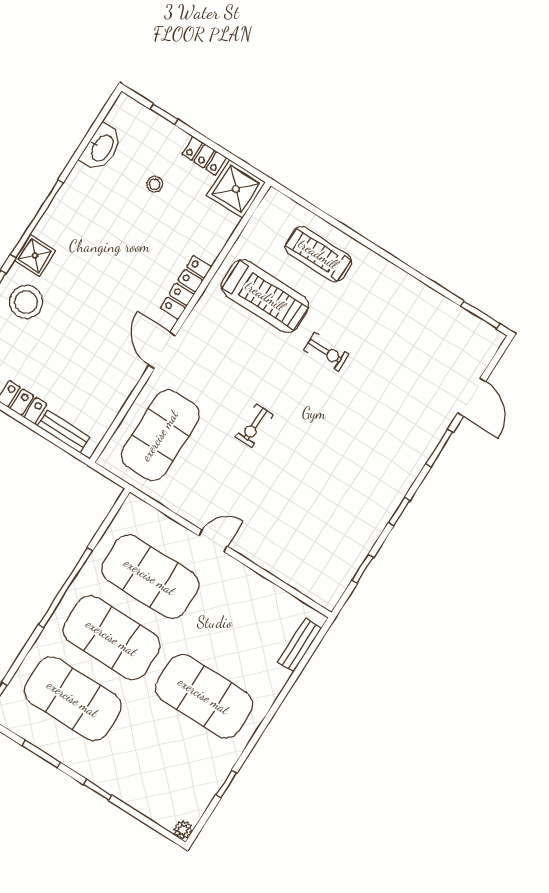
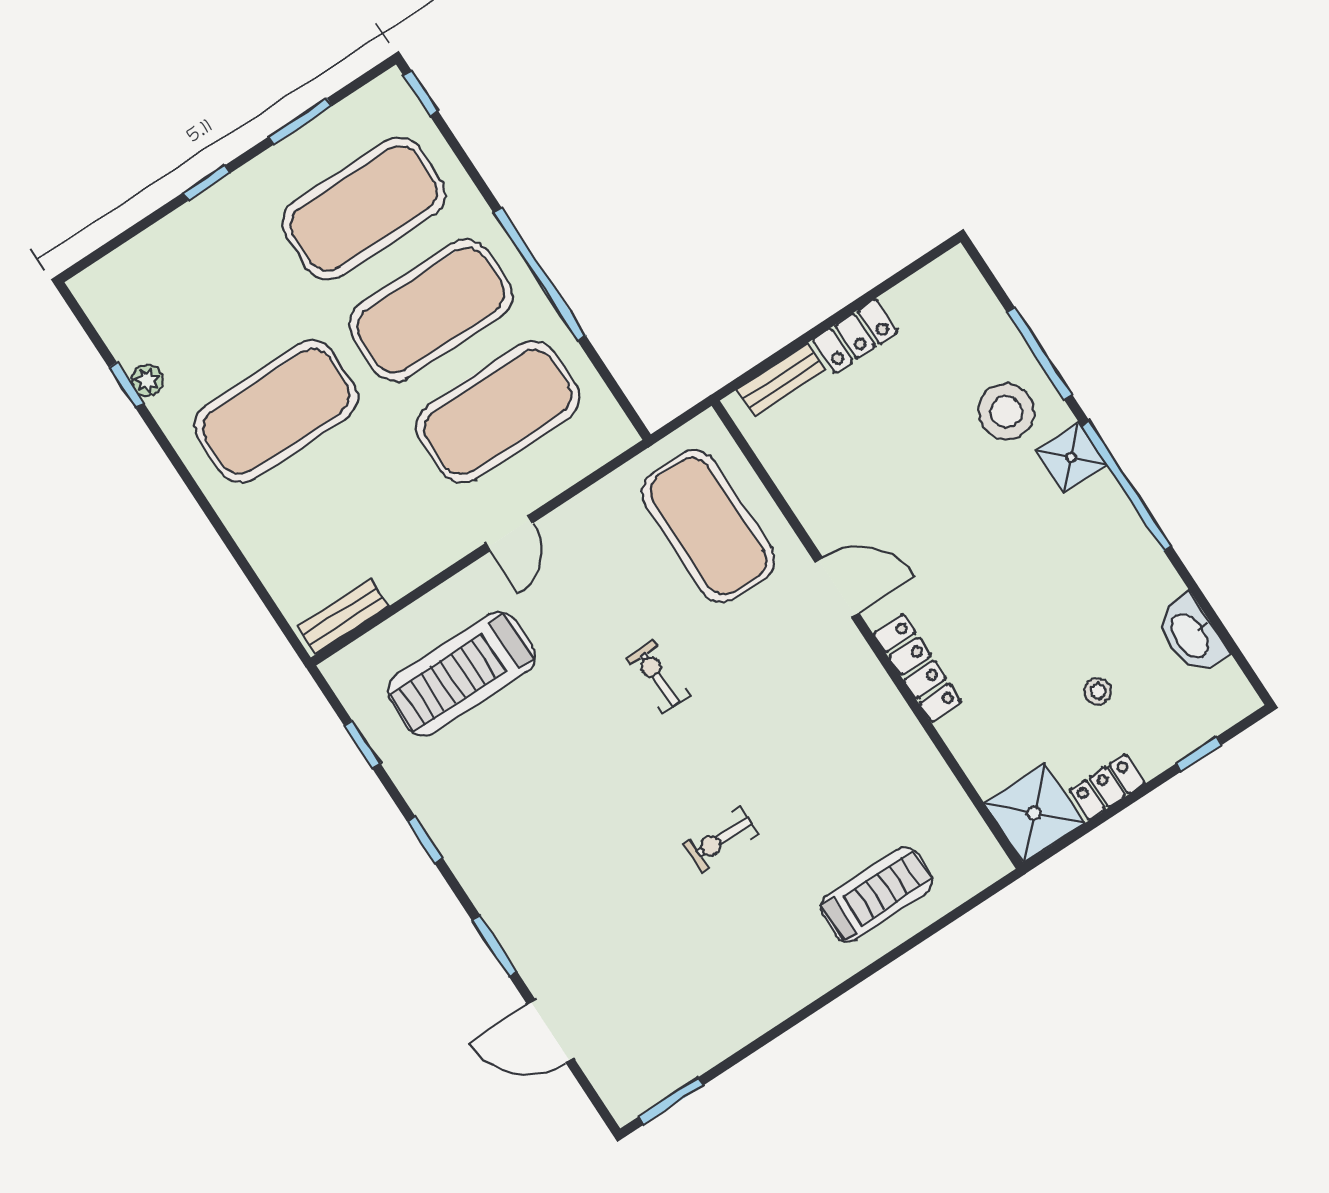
treadmill: (265, 296) -> (462, 674), moved
bench: (299, 645) -> (343, 616), moved, turned 90
plant: (183, 830) -> (147, 380), moved

